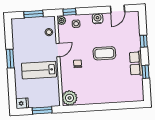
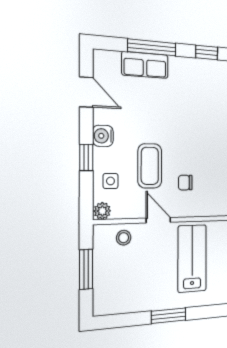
window: (69, 12) -> (86, 158), moved
window: (144, 41) -> (152, 47), width x2.17
coffee table: (104, 53) -> (150, 166), moved
row of seats: (136, 63) -> (145, 65), moved
lab bench: (39, 70) -> (192, 258), turned 180

